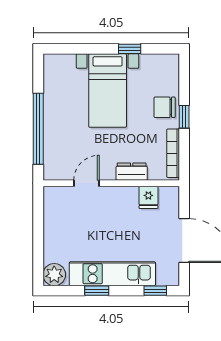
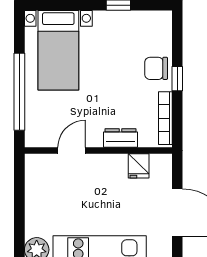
bed with nightstands: (108, 91) -> (58, 50), moved

